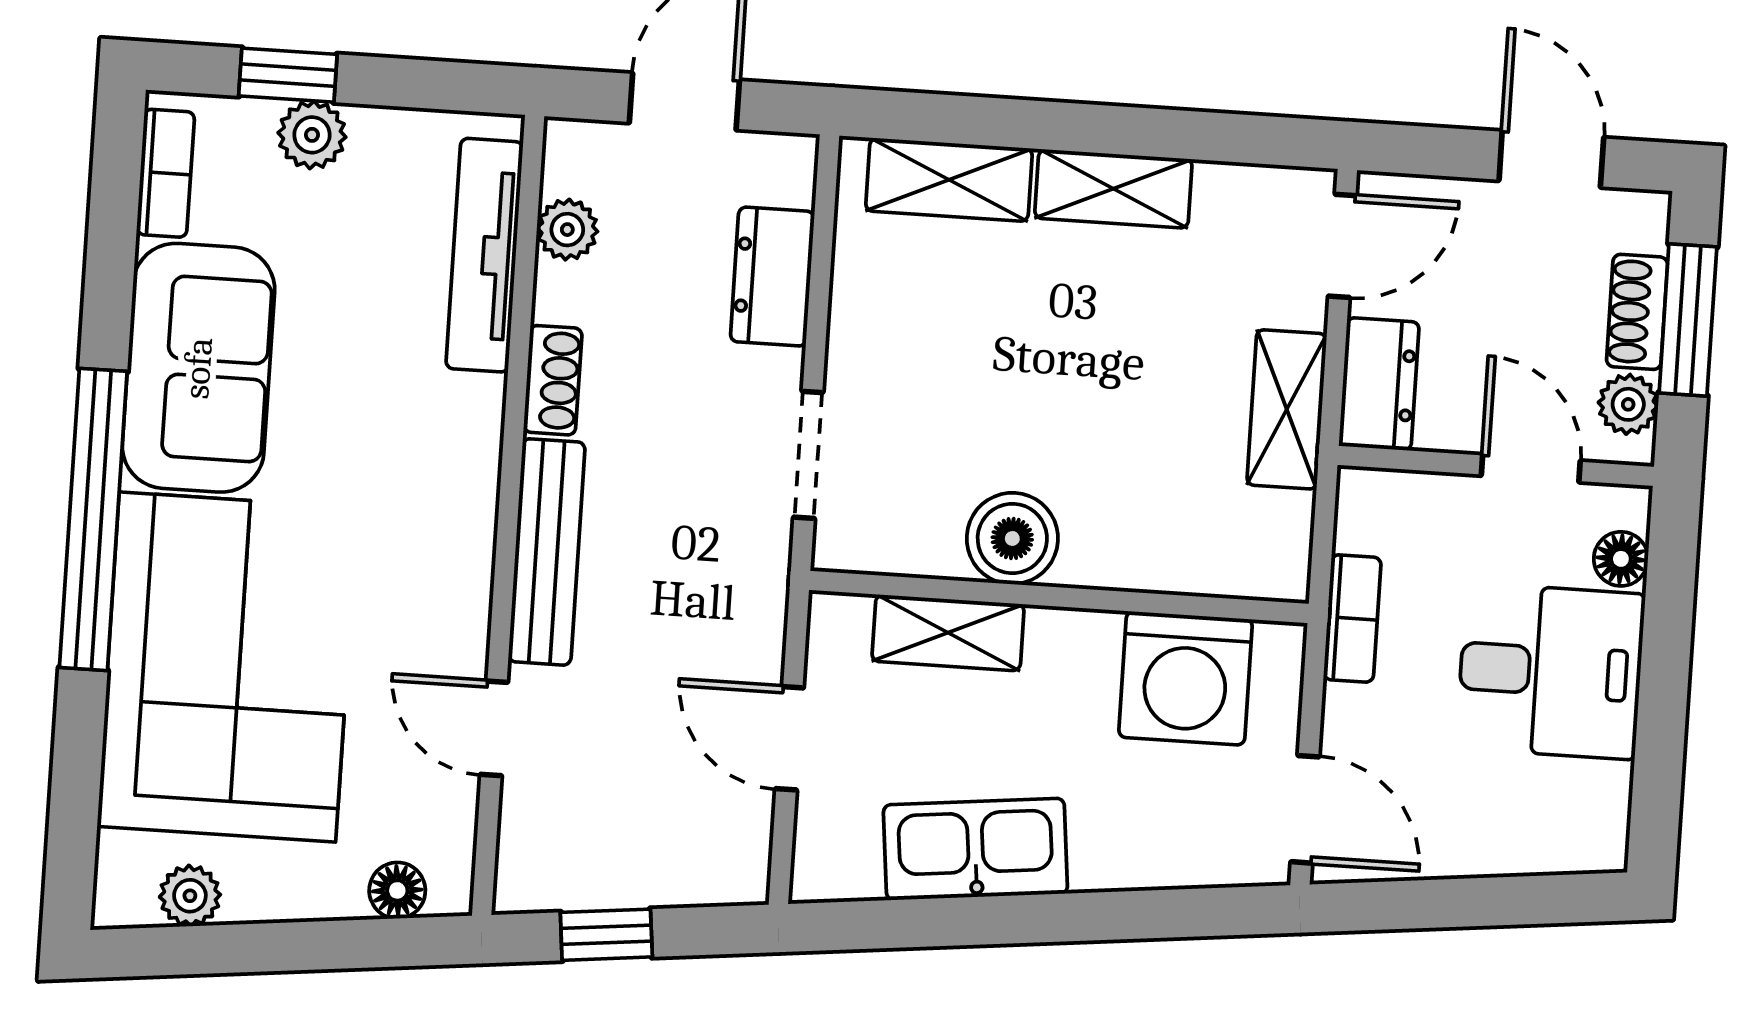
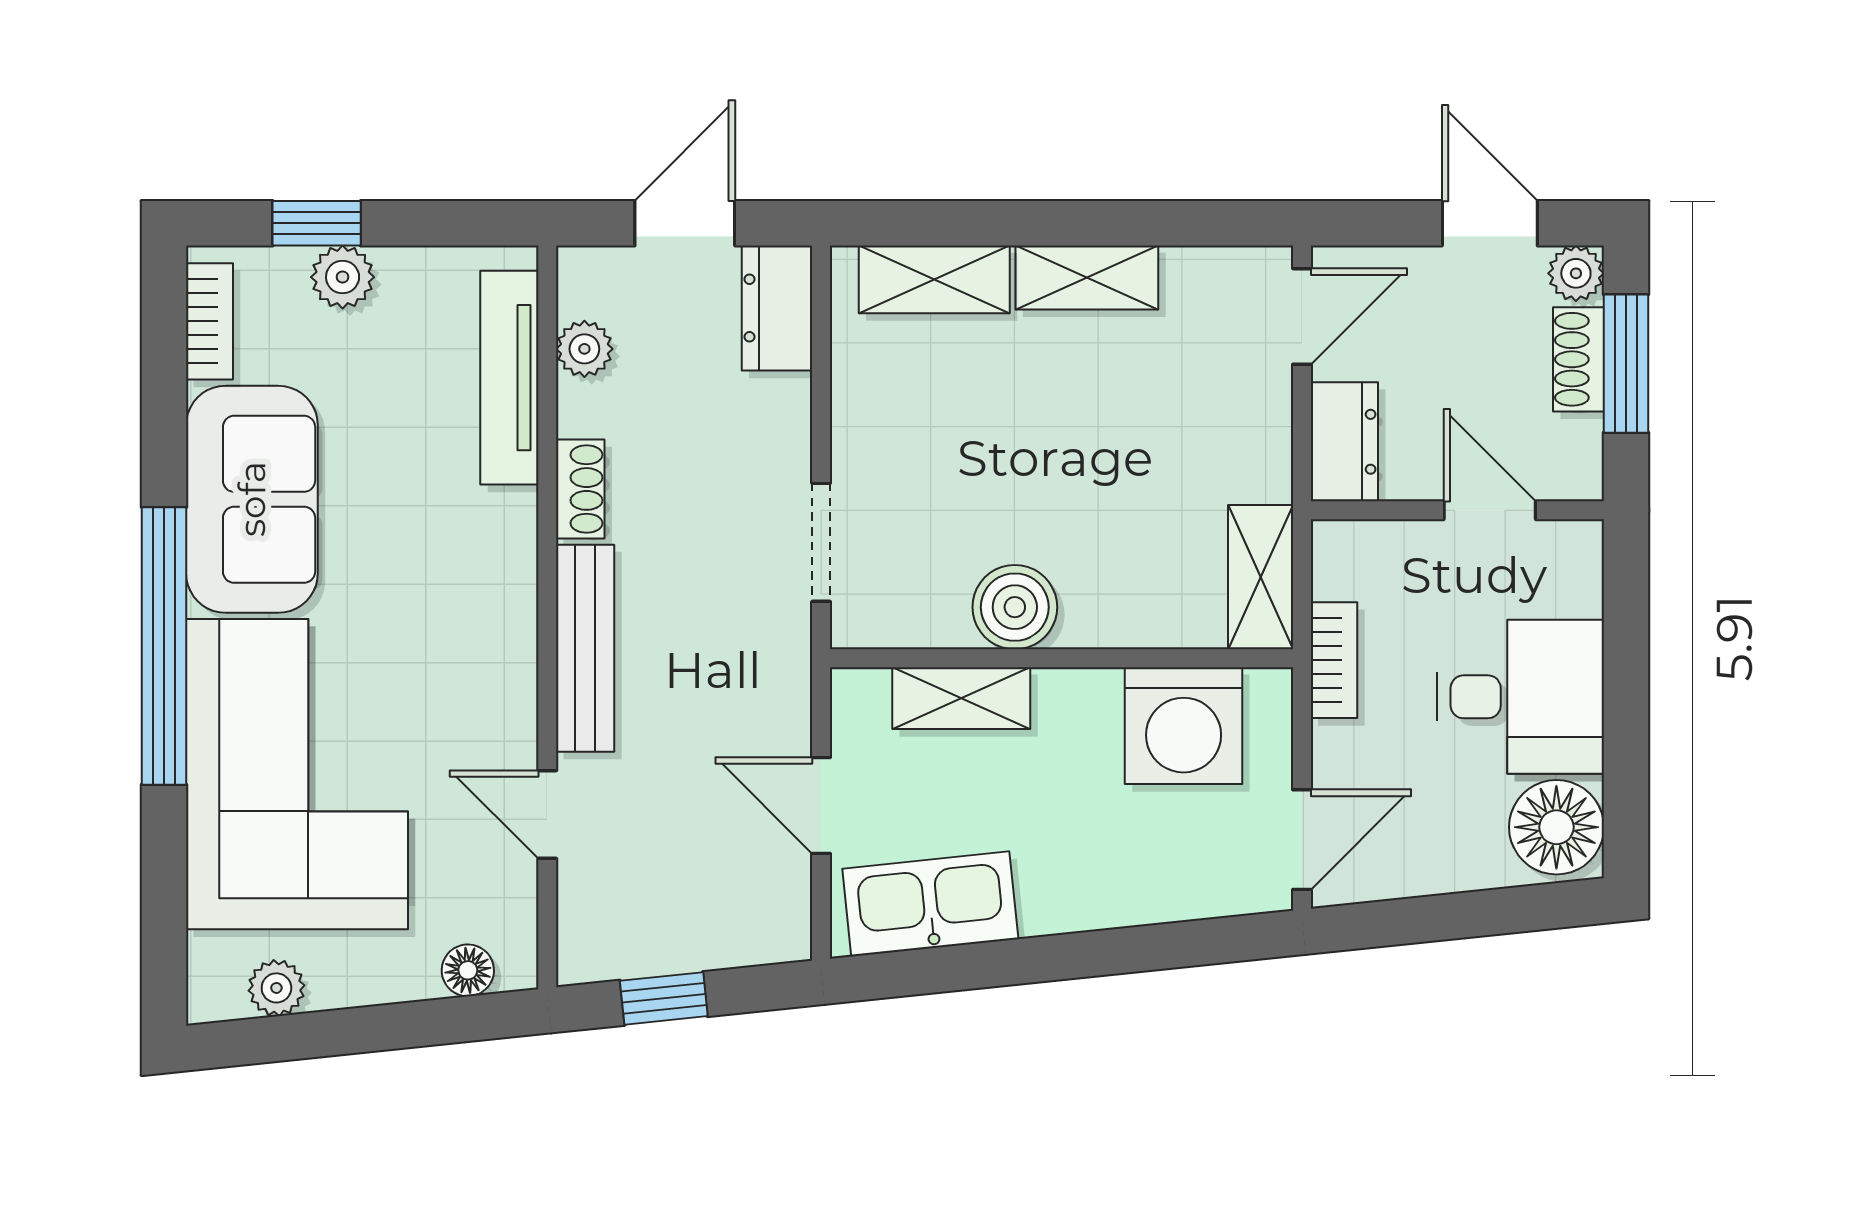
dresser: (772, 277) -> (777, 308), moved
plant: (1628, 404) -> (1576, 273), moved
shelving: (1287, 409) -> (1261, 577), moved
floor lamp: (1621, 559) -> (1556, 827), moved, width x1.89, depth x1.89
door: (1305, 809) -> (1302, 840), hinge flipped
kitchen sink: (975, 849) -> (930, 904), moved

